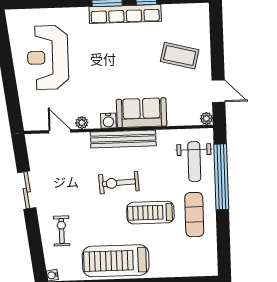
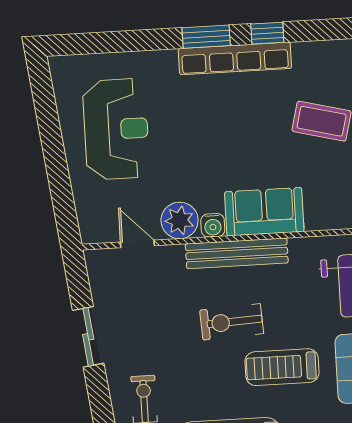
reception desk: (48, 57) -> (116, 129), turned 180
plant: (82, 123) -> (180, 220), width x1.88, depth x1.88

